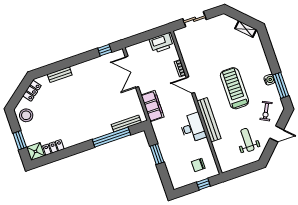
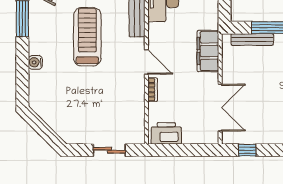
shelving: (246, 29) -> (44, 113), removed
water cooler: (269, 80) -> (35, 62), moved
treadmill: (234, 88) -> (87, 37), turned 180

